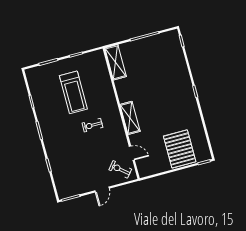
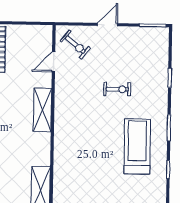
treadmill: (73, 92) -> (137, 146), moved
exercise bike: (92, 125) -> (117, 89), moved
door: (132, 153) -> (54, 62), hinge flipped

